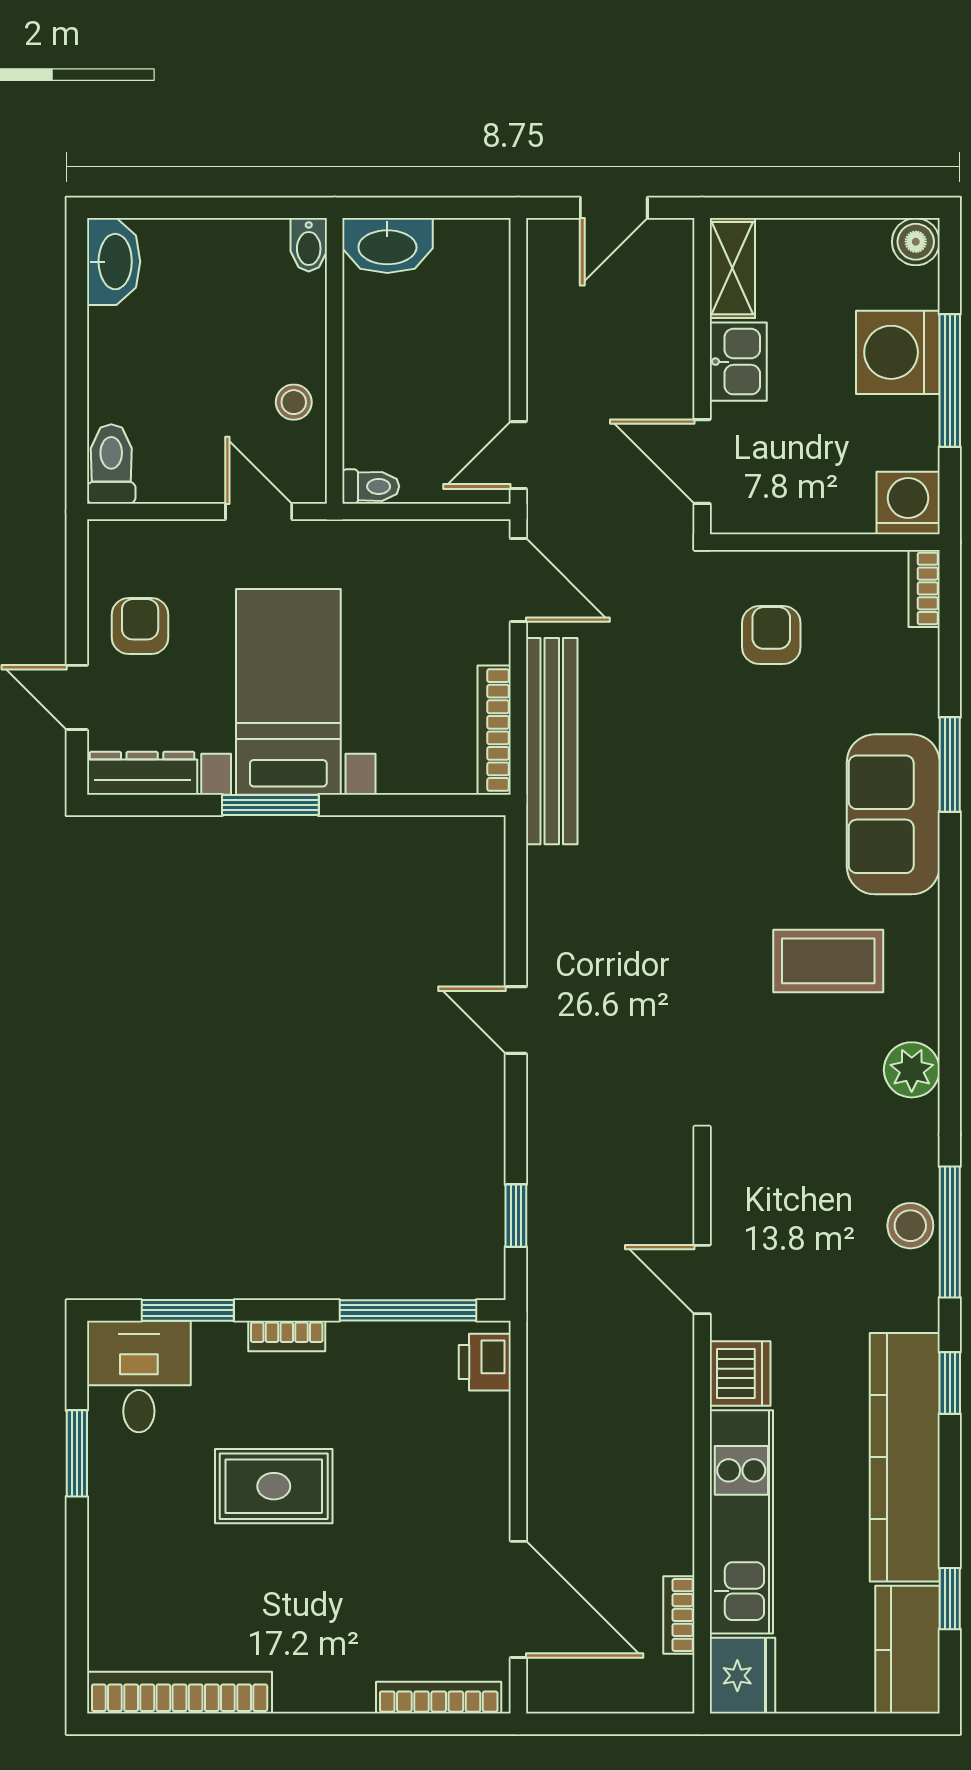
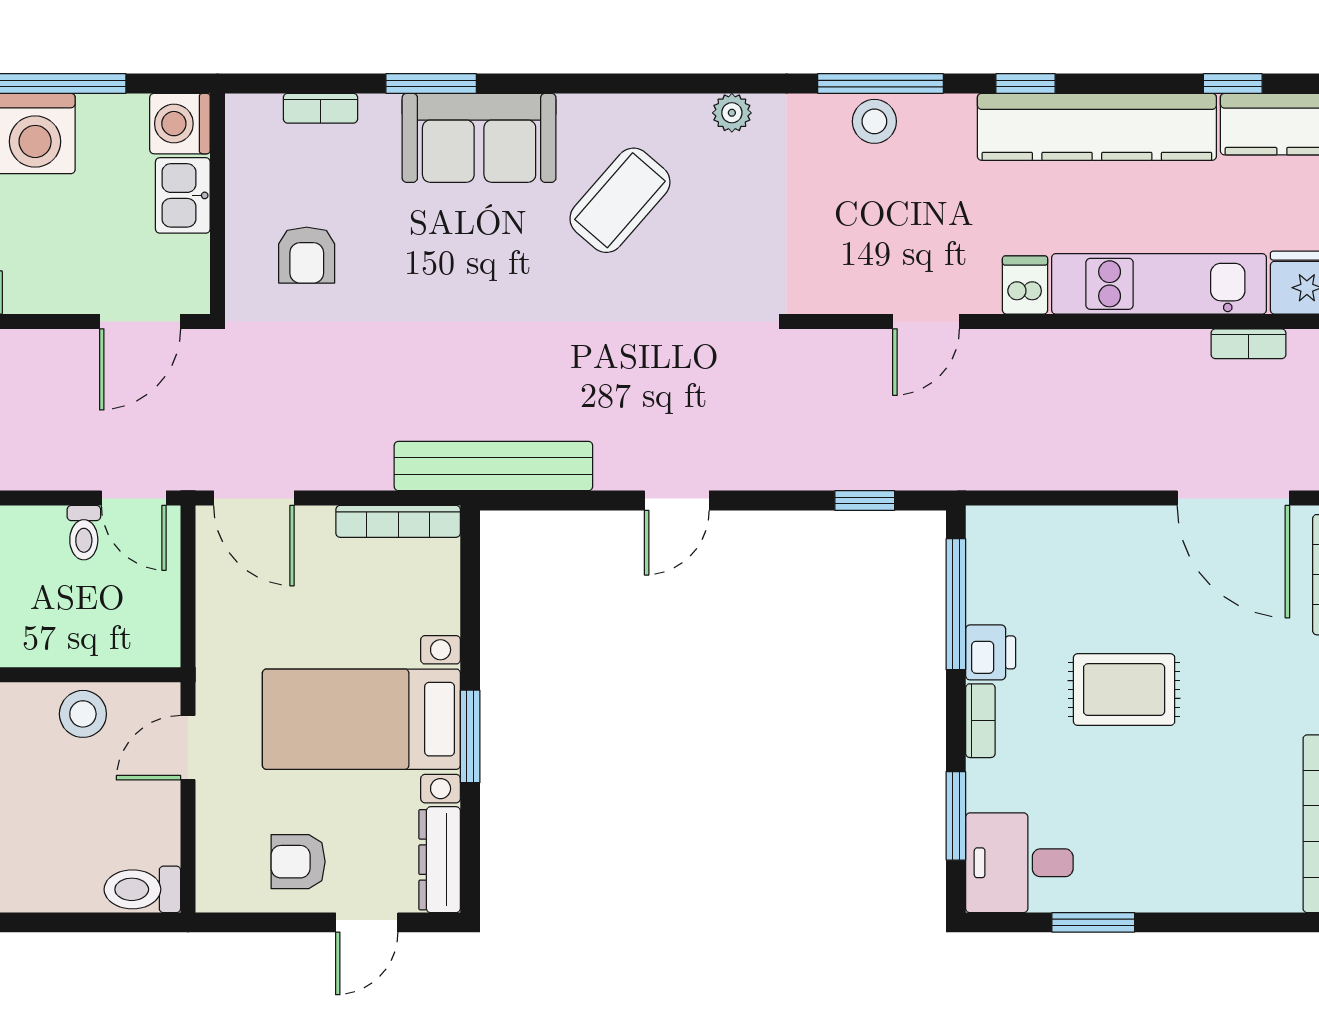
kitchen sink: (738, 362) -> (183, 195), moved, turned -90
stool: (294, 402) -> (83, 714), width x1.37, depth x1.37
toilet: (371, 486) -> (84, 533), moved, turned 180
door: (518, 580) -> (254, 498), swing flipped
bookcase: (924, 588) -> (320, 108), moved
armchair: (771, 635) -> (307, 255), turned -90
bench: (552, 741) -> (493, 466), moved
coffee table: (828, 961) -> (620, 200), turned 41
plant: (912, 1070) -> (732, 113), width x0.73, depth x0.73
printer: (485, 1362) -> (991, 652), moved, turned -90
dishwasher: (740, 1374) -> (1025, 285), width x0.73
rug: (274, 1486) -> (1124, 690), moved, turned 90
door: (518, 1599) -> (1233, 498), swing flipped

